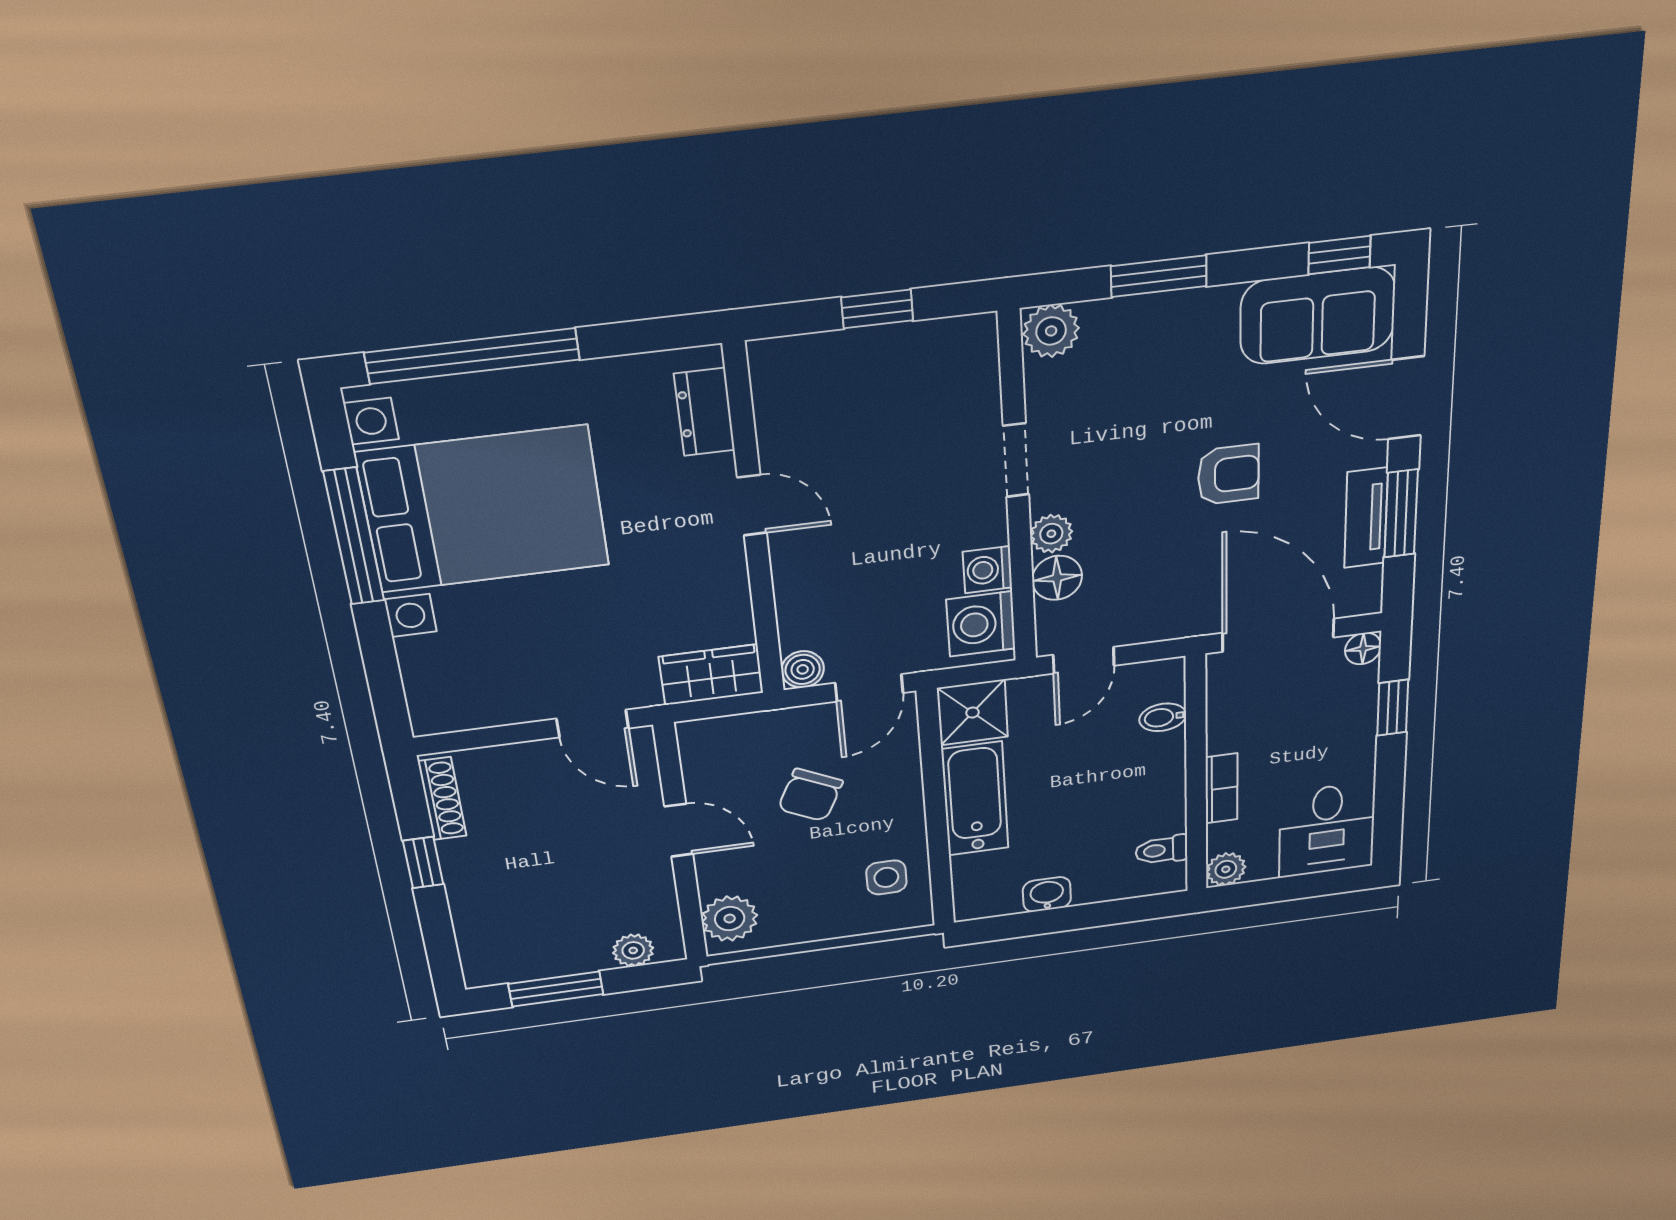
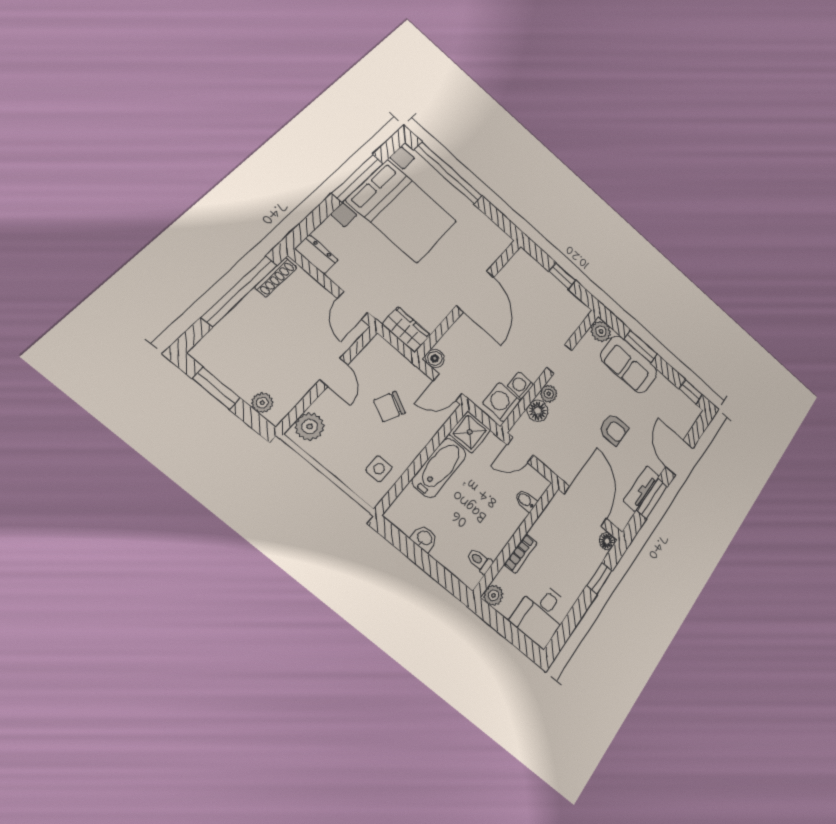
sofa: (1318, 316) -> (629, 364), moved
dresser: (705, 412) -> (317, 254), moved, turned 90
door: (752, 505) -> (475, 291), width x1.88
window: (423, 863) -> (240, 291), width x3.17

